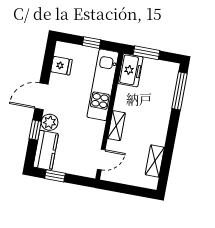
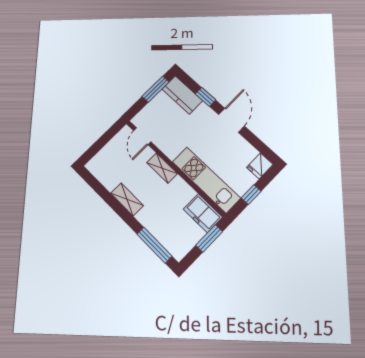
fridge: (61, 66) -> (260, 166), moved
plant: (50, 122) -> (204, 113), removed
shelving: (155, 161) -> (127, 199), moved
window: (55, 176) -> (156, 89), width x1.50

